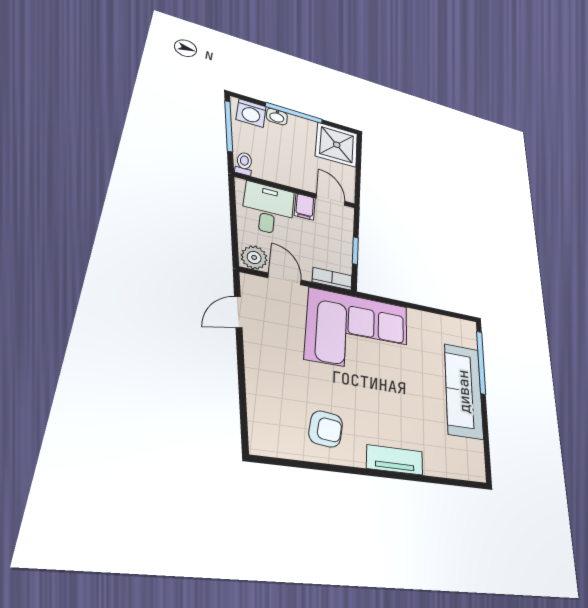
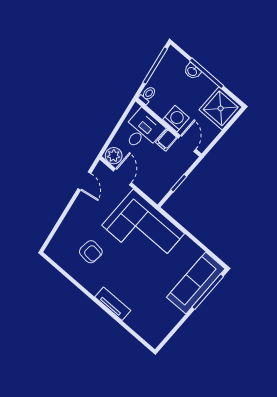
washing machine: (251, 113) -> (176, 119), moved, turned 180
bookcase: (332, 279) -> (151, 192), removed
door: (238, 312) -> (84, 181), swing flipped
sofa: (464, 391) -> (196, 283), moved
armchair: (326, 429) -> (91, 252), moved

